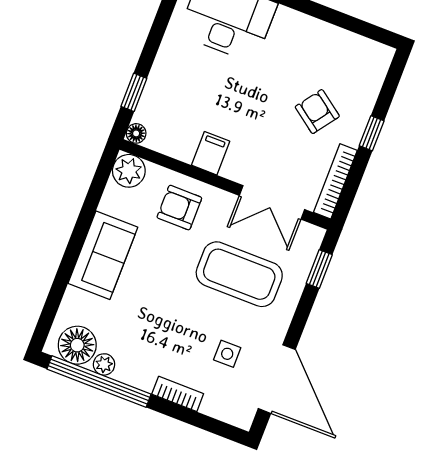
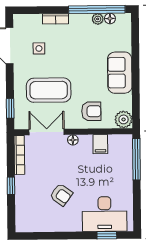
window: (134, 92) -> (136, 159), width x2.17
armchair: (317, 112) -> (61, 195), moved
floor lamp: (136, 133) -> (73, 140), moved
filing cabinet: (211, 153) -> (100, 144), moved
floor lamp: (77, 345) -> (110, 19), width x0.53, depth x0.53

